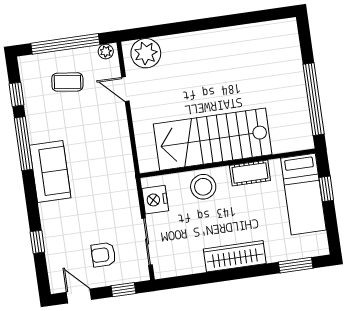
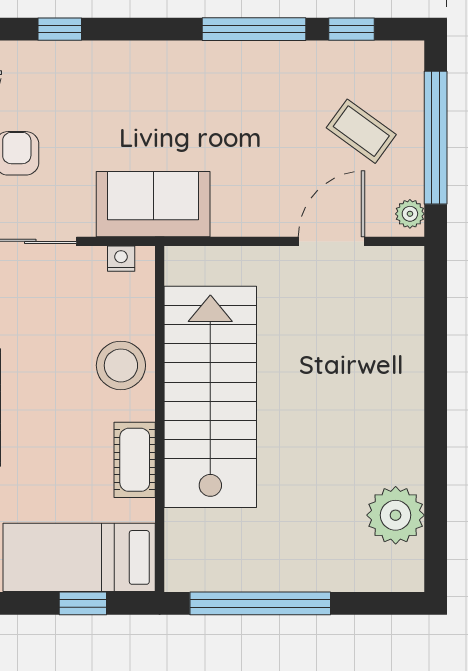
plant: (146, 53) -> (396, 515), moved
coffee table: (67, 82) -> (361, 131), turned -61
door: (125, 89) -> (332, 241), width x1.38
sofa: (50, 171) -> (153, 204), moved, turned 180
nightstand: (155, 200) -> (121, 259), width x0.53, depth x0.56

